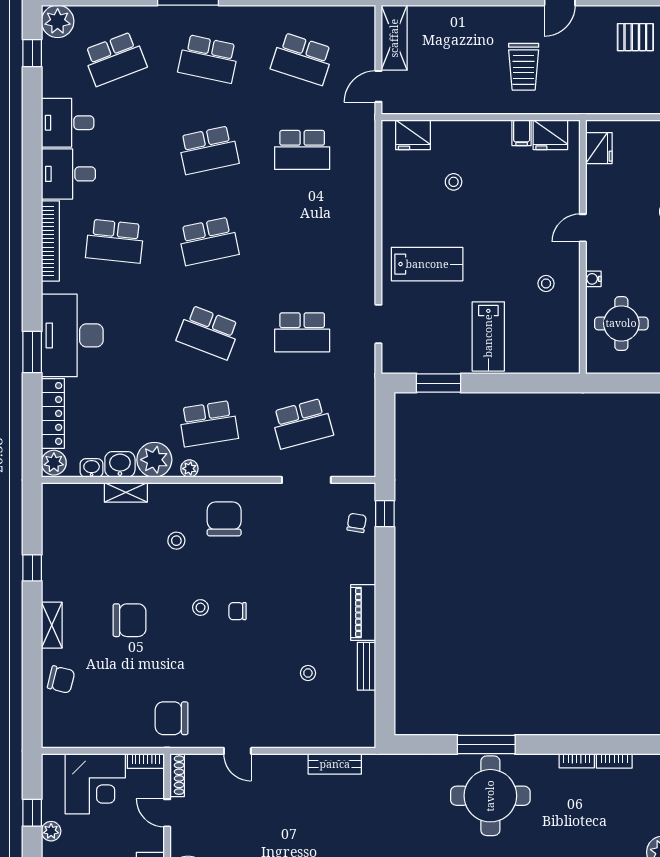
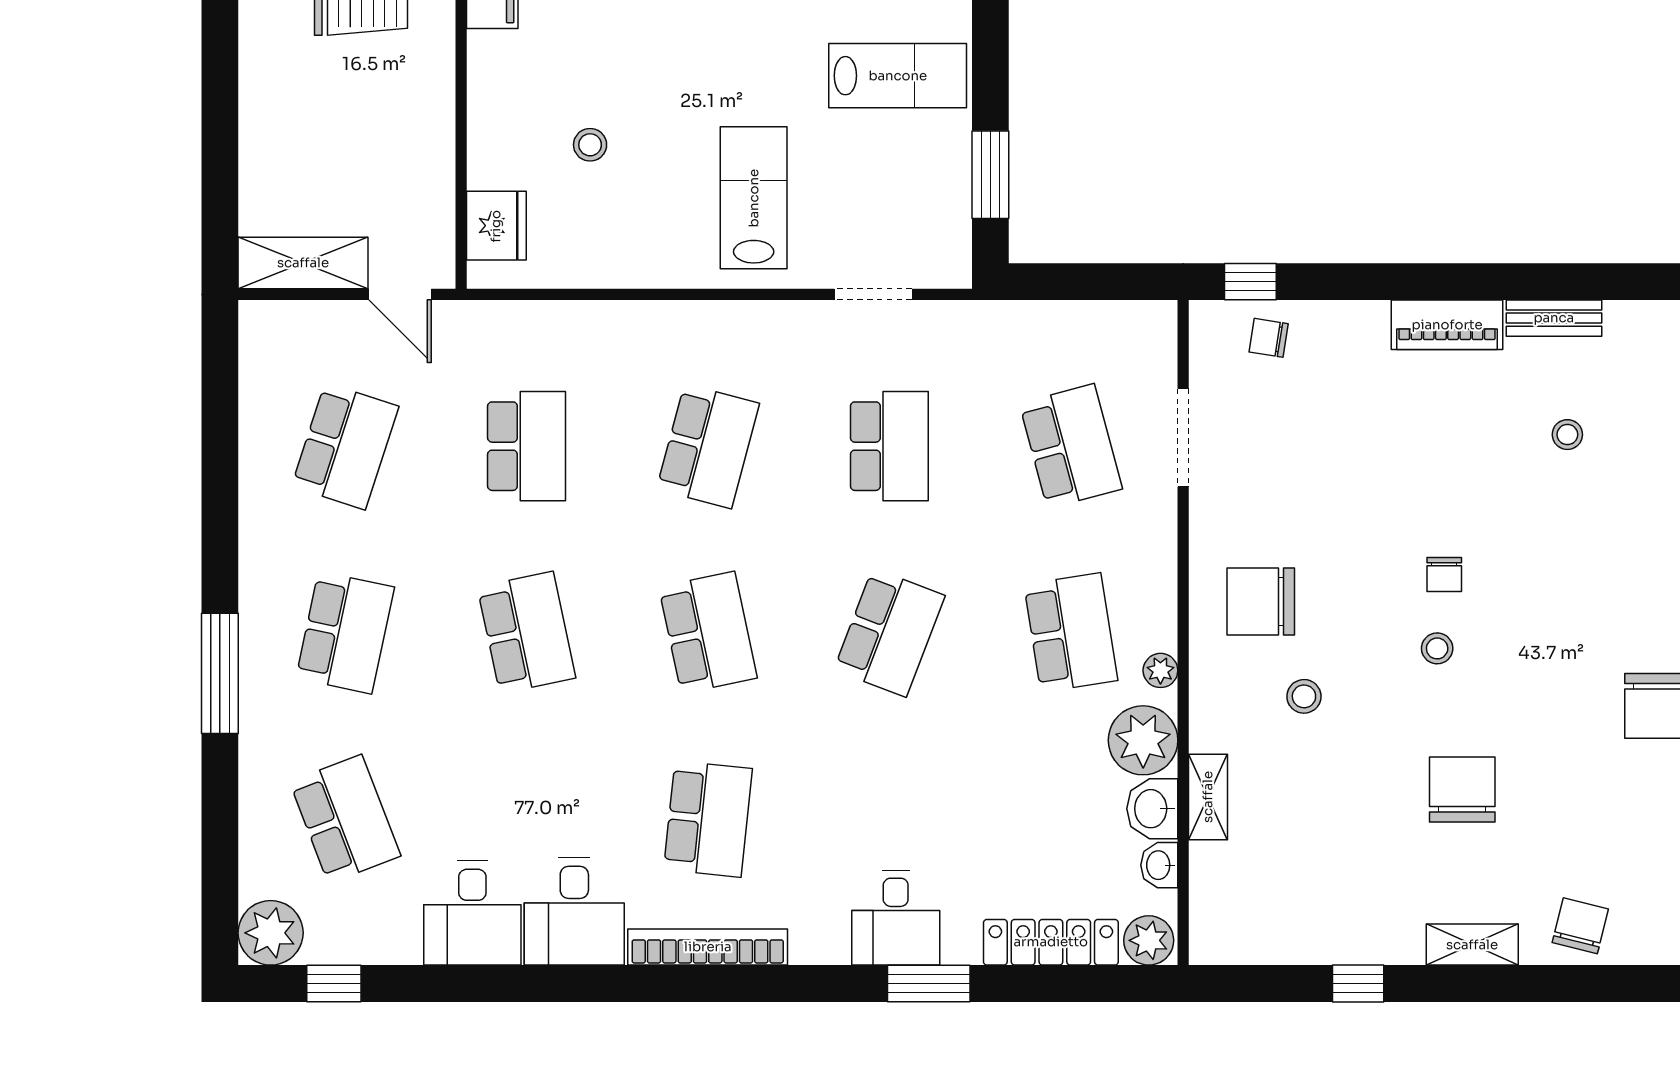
school desk: (302, 241) -> (708, 446), added
desk: (72, 335) -> (896, 918), width x0.53, depth x0.77

